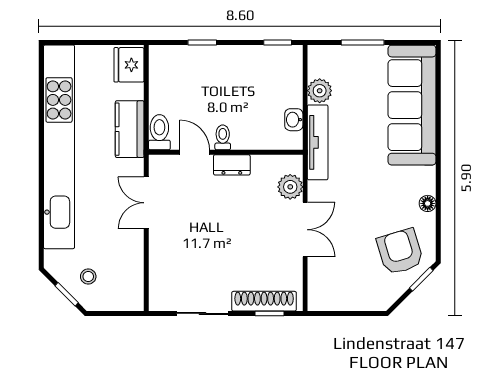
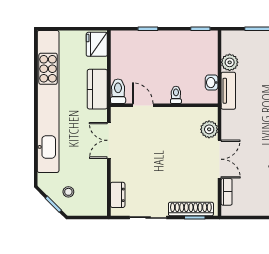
toilet: (223, 137) -> (176, 95), moved
tv unit: (318, 142) -> (228, 91), width x0.71
dresser: (232, 165) -> (118, 195), moved, turned -90
bookcase: (315, 277) -> (227, 192), added

